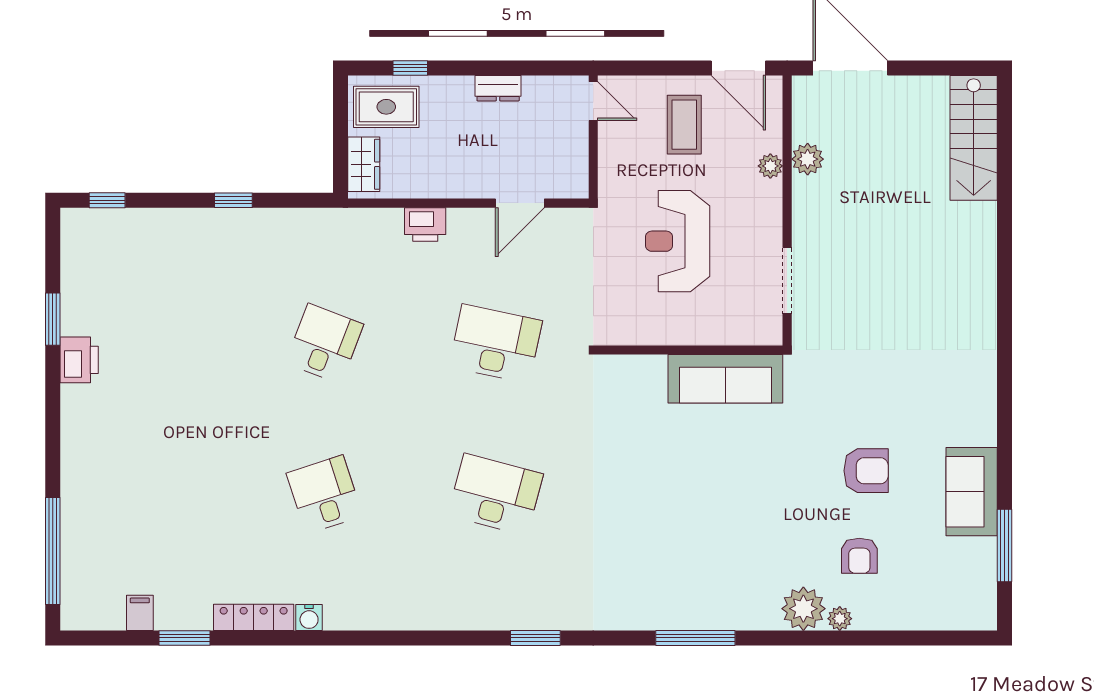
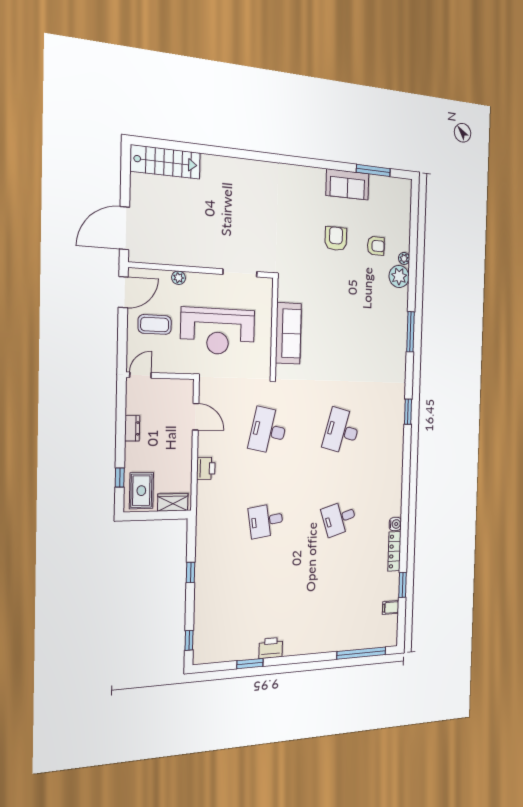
plant: (808, 159) -> (175, 257), removed
reception desk: (678, 241) -> (218, 331), width x1.36, depth x1.30
desk: (324, 344) -> (266, 521), turned -30
sofa: (725, 379) -> (288, 333), moved

